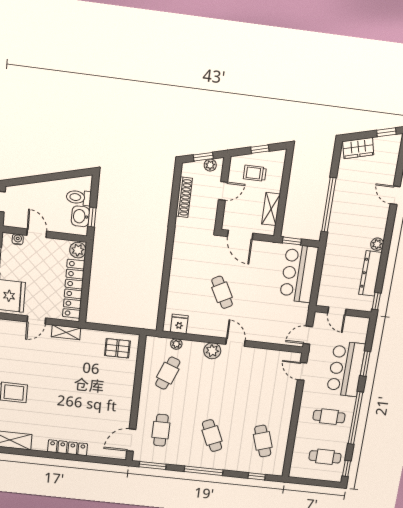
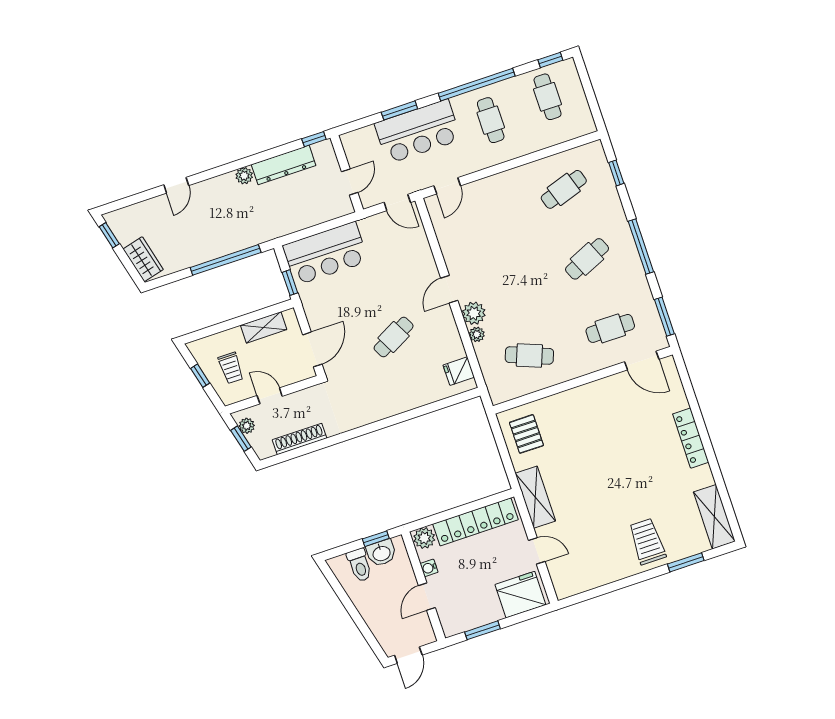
water cooler: (18, 239) -> (429, 568), moved
shelving: (66, 332) -> (535, 497), width x1.50, depth x1.33
plant: (176, 344) -> (477, 334), moved

